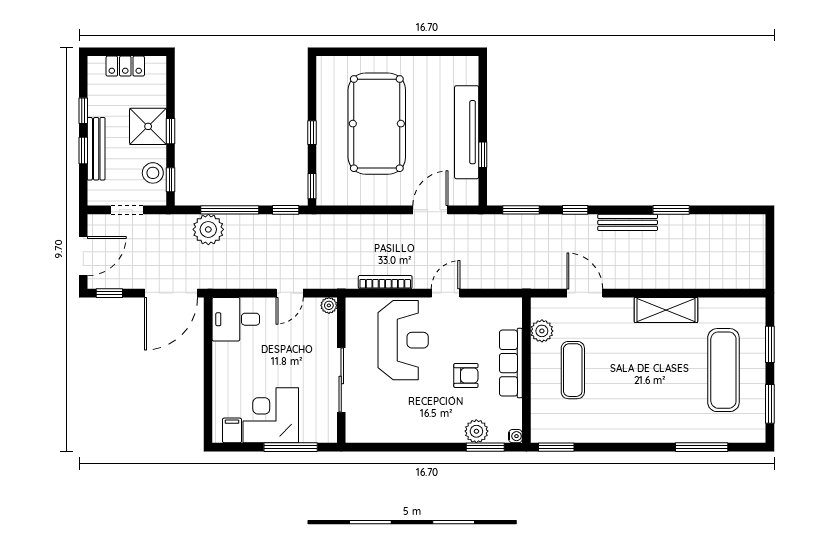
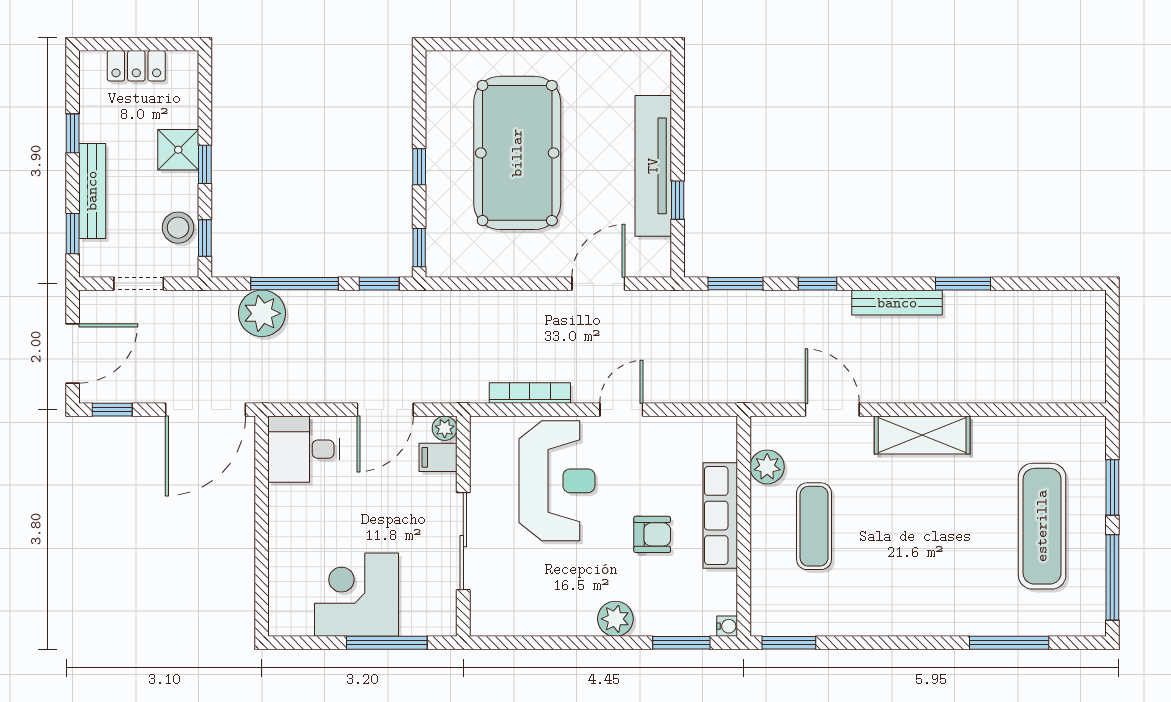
shower: (148, 126) -> (178, 150), width x0.73, depth x0.73
window: (83, 150) -> (73, 234), moved
door: (290, 293) -> (385, 410), width x1.38
shelving: (666, 310) -> (922, 435), moved
window: (770, 404) -> (1112, 577), width x1.44
filing cabinet: (232, 430) -> (438, 457), moved, turned -90
plant: (476, 431) -> (615, 619), moved

